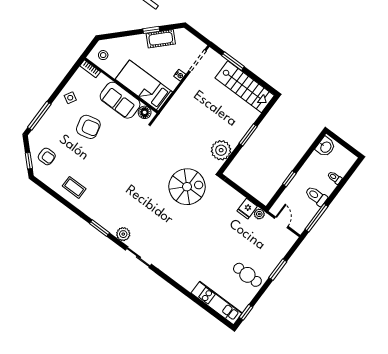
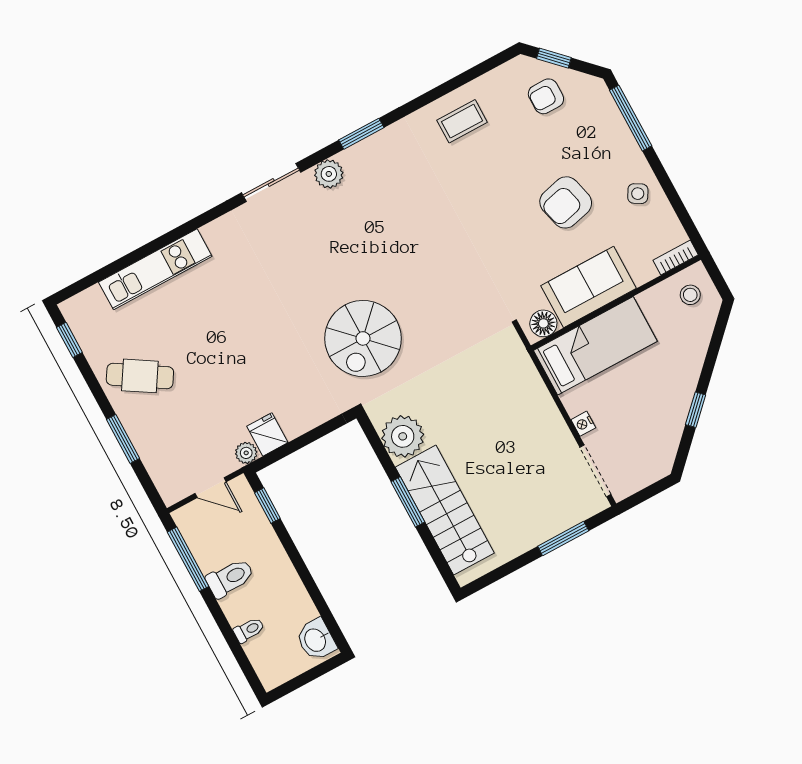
cot: (161, 39) -> (670, 420), removed
stairs: (245, 87) -> (445, 510), moved, turned 90
window: (289, 179) -> (267, 506), moved
cafe table: (247, 275) -> (140, 376), turned 32
kitchen unit: (217, 303) -> (155, 269), moved

